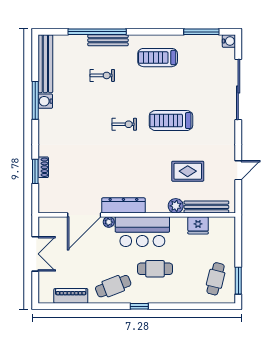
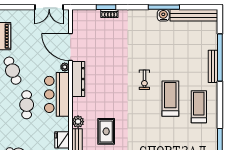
exercise bike: (102, 75) -> (184, 62), removed
treadmill: (171, 121) -> (170, 99), moved
double door: (35, 254) -> (49, 7), moved

